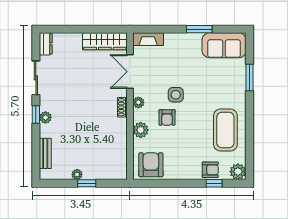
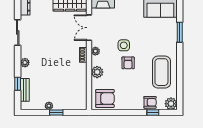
window: (36, 114) -> (18, 84), moved
armchair: (167, 117) -> (128, 63), moved
armchair: (151, 165) -> (105, 98), turned 90

